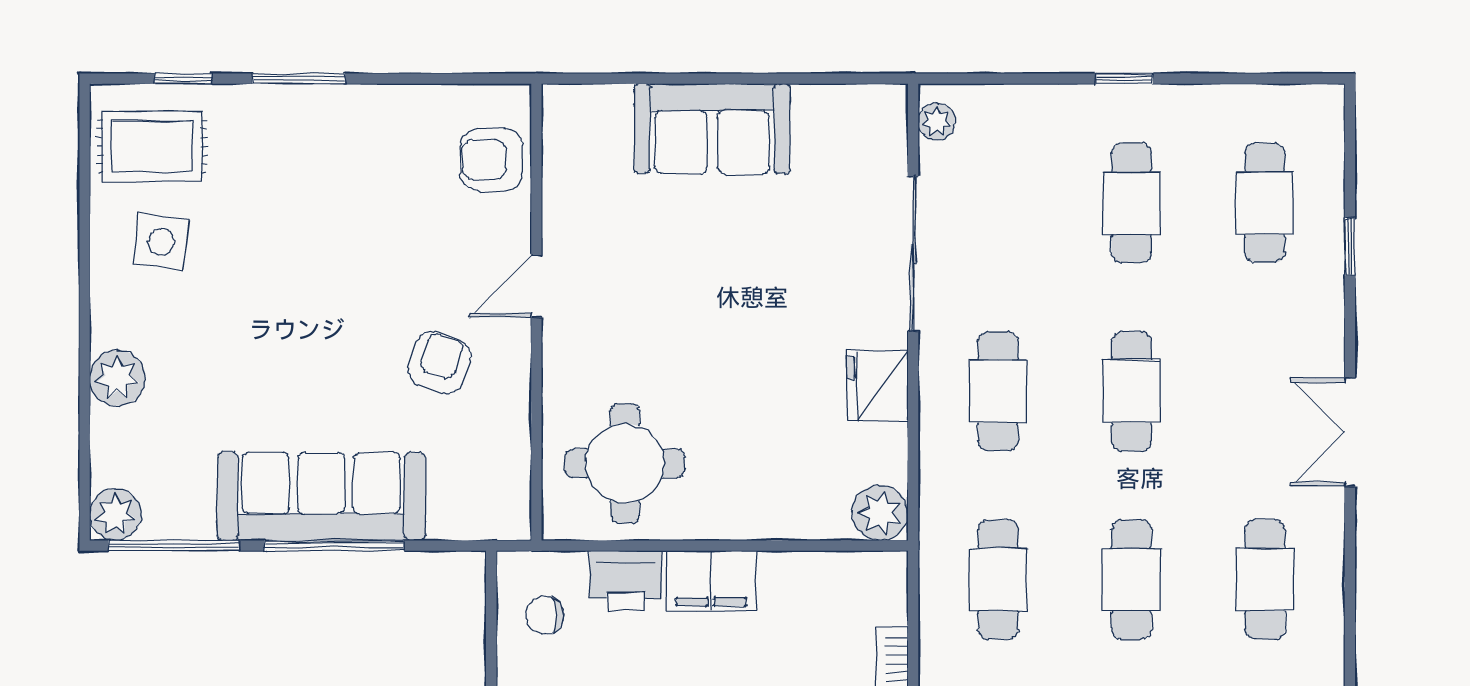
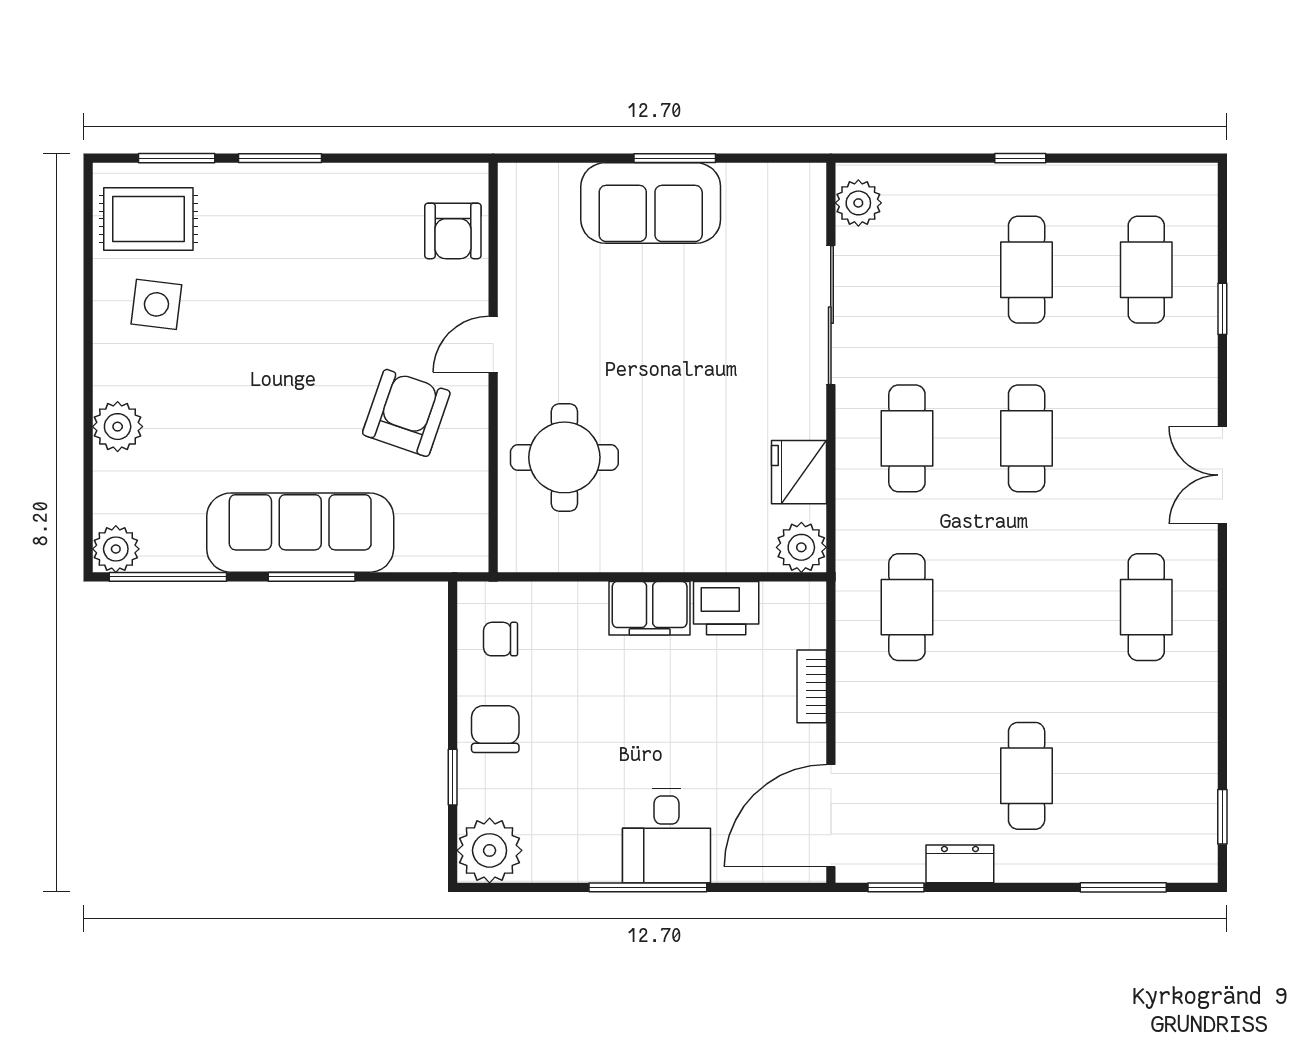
window: (183, 79) -> (177, 158), width x1.50
window: (739, 79) -> (675, 158), added
plant: (937, 122) -> (858, 203), width x1.38, depth x1.38
armchair: (492, 160) -> (453, 231), turned -90
armchair: (440, 363) -> (406, 413), width x1.38, depth x1.38
fridge: (878, 386) -> (799, 472), moved
round table: (625, 463) -> (564, 457), moved
window: (334, 546) -> (312, 577), width x0.69
cafe table: (1131, 579) -> (1027, 607), removed
printer: (626, 581) -> (726, 608), moved

